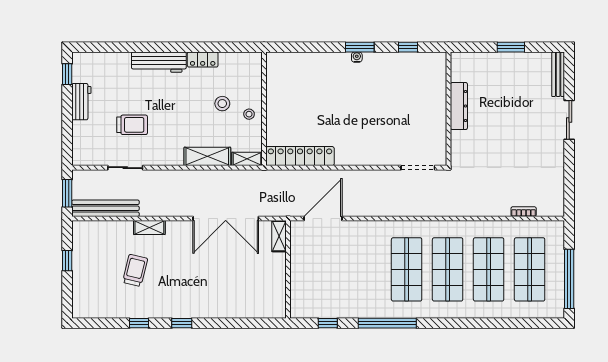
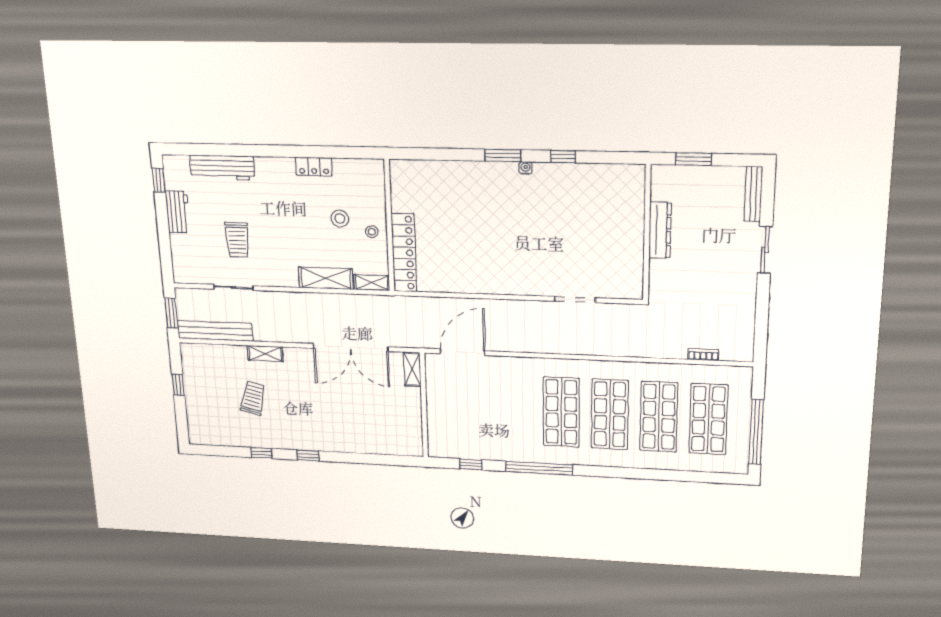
water cooler: (357, 57) -> (525, 168), moved
workbench: (159, 62) -> (222, 168), moved
dresser: (459, 106) -> (660, 230), moved
wall: (449, 109) -> (647, 233), moved
trolley: (132, 125) -> (237, 240), turned 90
locker: (300, 156) -> (404, 253), moved, turned 90

